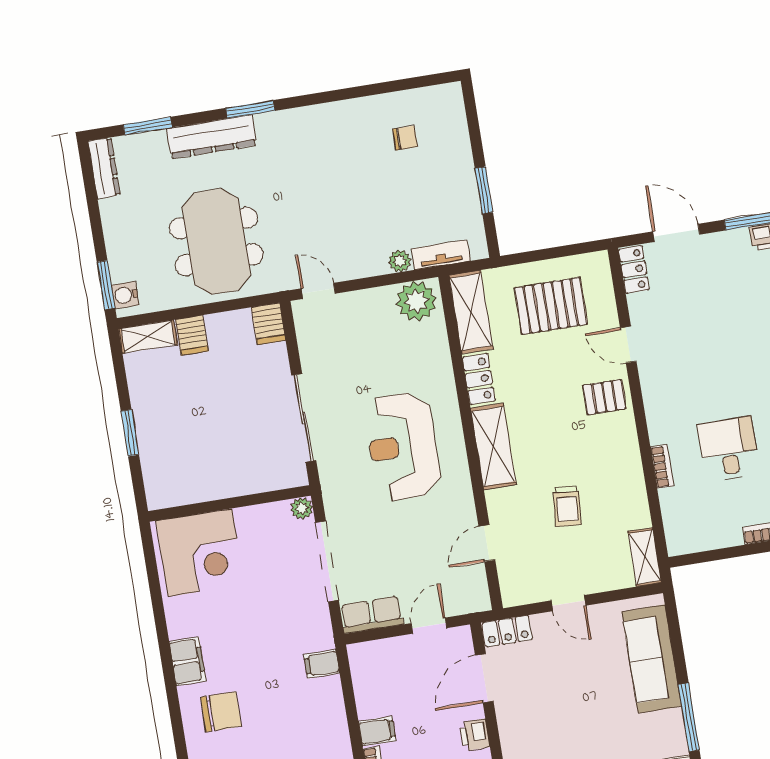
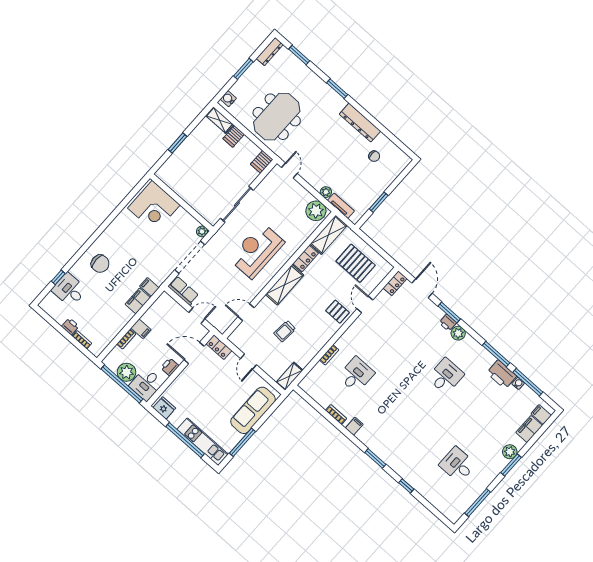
dresser: (212, 137) -> (360, 123), moved
window: (106, 285) -> (243, 69), moved
filing cabinet: (188, 661) -> (138, 301), moved, turned 180

